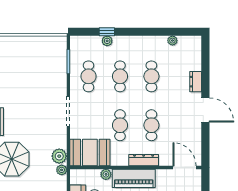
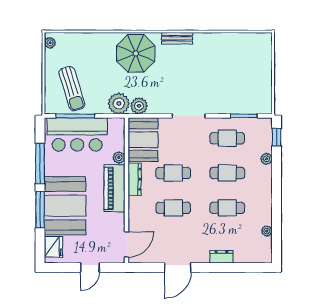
window: (107, 32) -> (277, 137), moved
door: (205, 110) -> (178, 267), moved
dresser: (144, 160) -> (135, 179), moved
plant: (62, 170) -> (119, 104), width x1.87, depth x1.87

